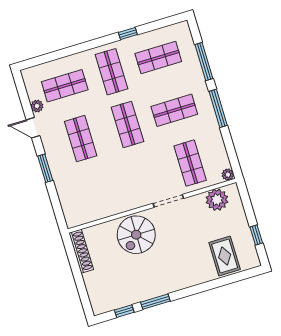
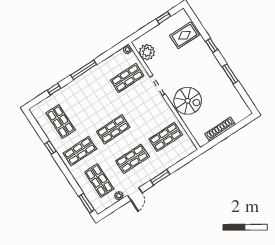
window: (40, 60) -> (87, 203), added
window: (204, 61) -> (54, 89), width x0.46
shop shelf: (174, 110) -> (166, 137), moved, turned 90
shoe rack: (81, 251) -> (220, 129), moved
window: (124, 311) -> (212, 45), moved

